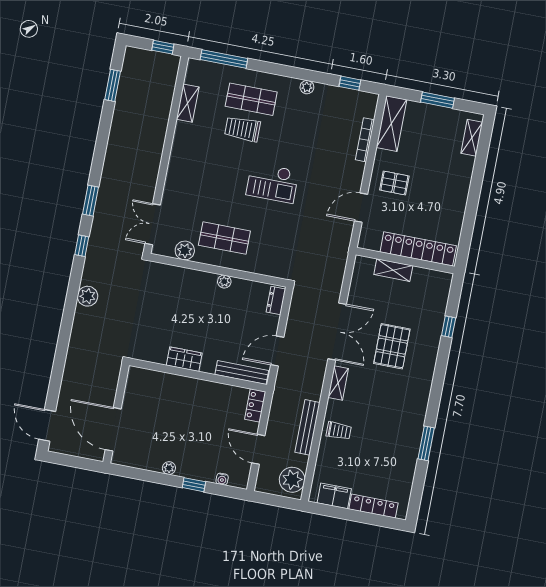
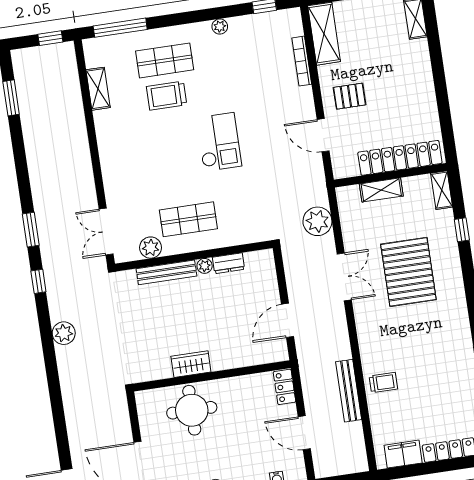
checkout: (272, 183) -> (219, 142), turned -90
door: (361, 208) -> (323, 135), hinge flipped
dresser: (276, 300) -> (229, 263), moved, turned -90
double door: (337, 331) -> (344, 277), width x0.73
pallet: (392, 346) -> (408, 272), width x1.37, depth x1.41
bench: (242, 372) -> (167, 272), moved
shelving: (338, 383) -> (442, 190), moved
round table: (171, 398) -> (192, 410), added
plant: (292, 480) -> (317, 221), moved

